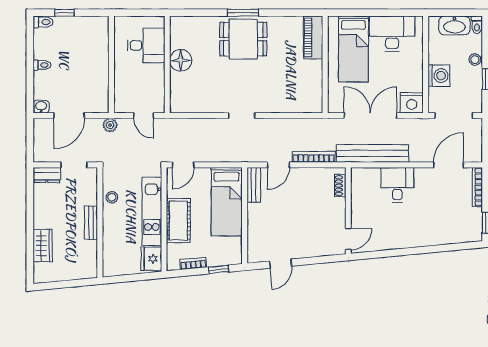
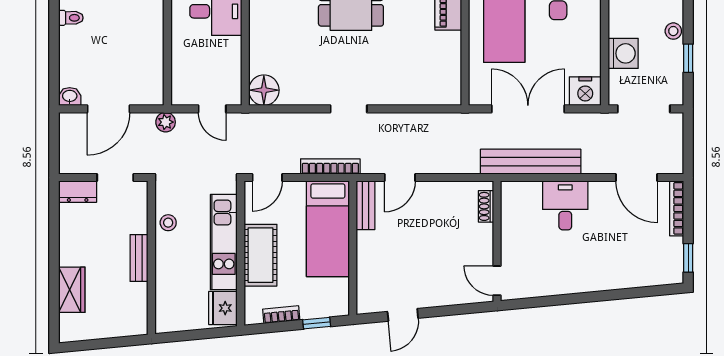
floor lamp: (181, 60) -> (264, 90), moved
toilet: (42, 65) -> (71, 18), moved
bookcase: (314, 157) -> (330, 166), moved
door: (449, 165) -> (637, 178), swing flipped
door: (348, 239) -> (497, 281), swing flipped

